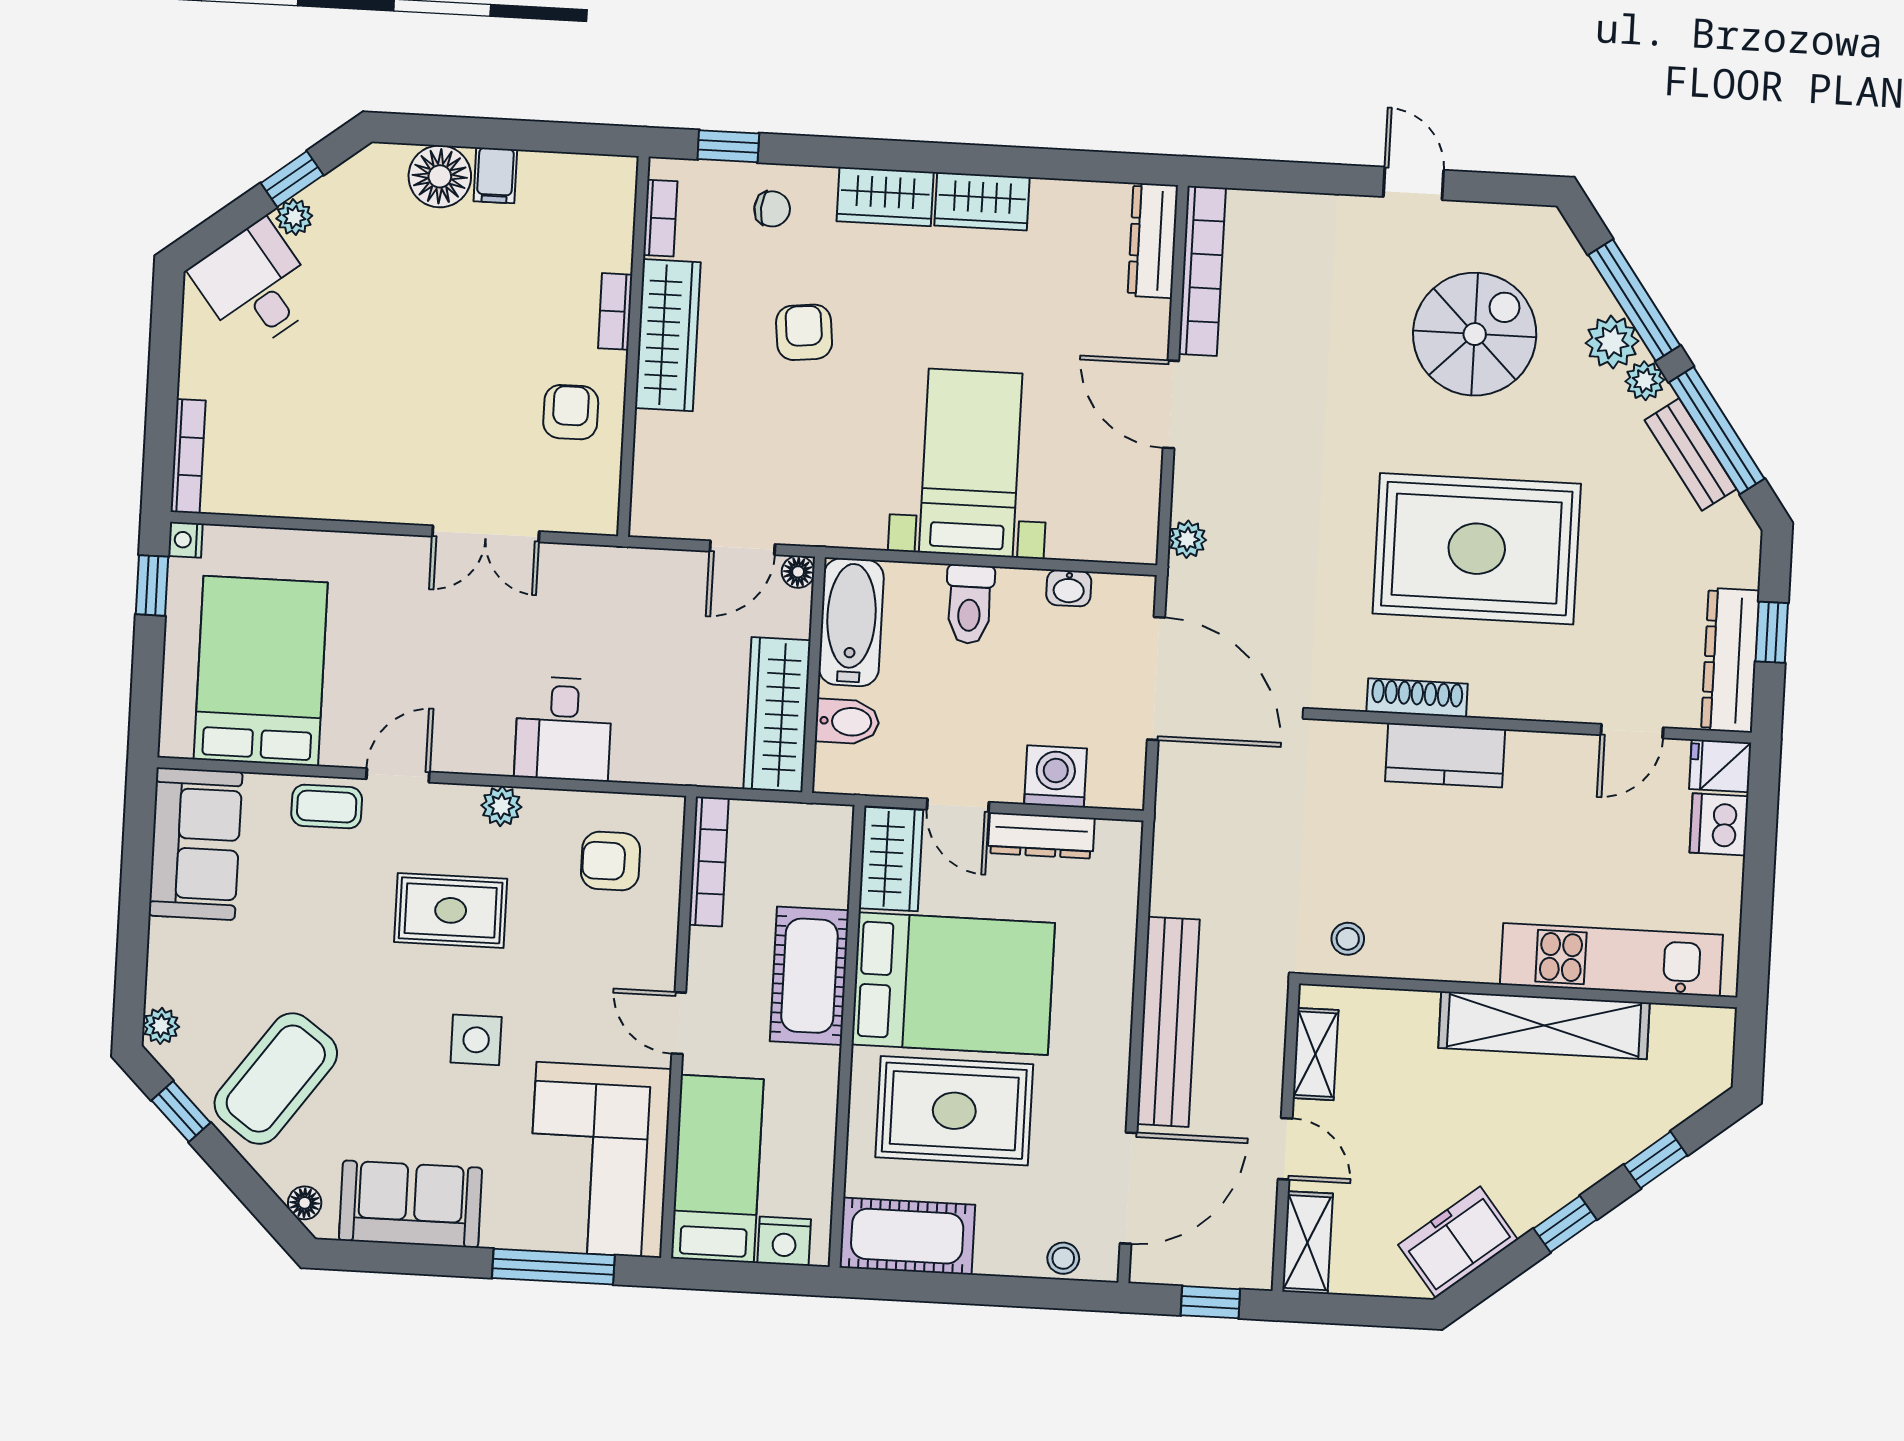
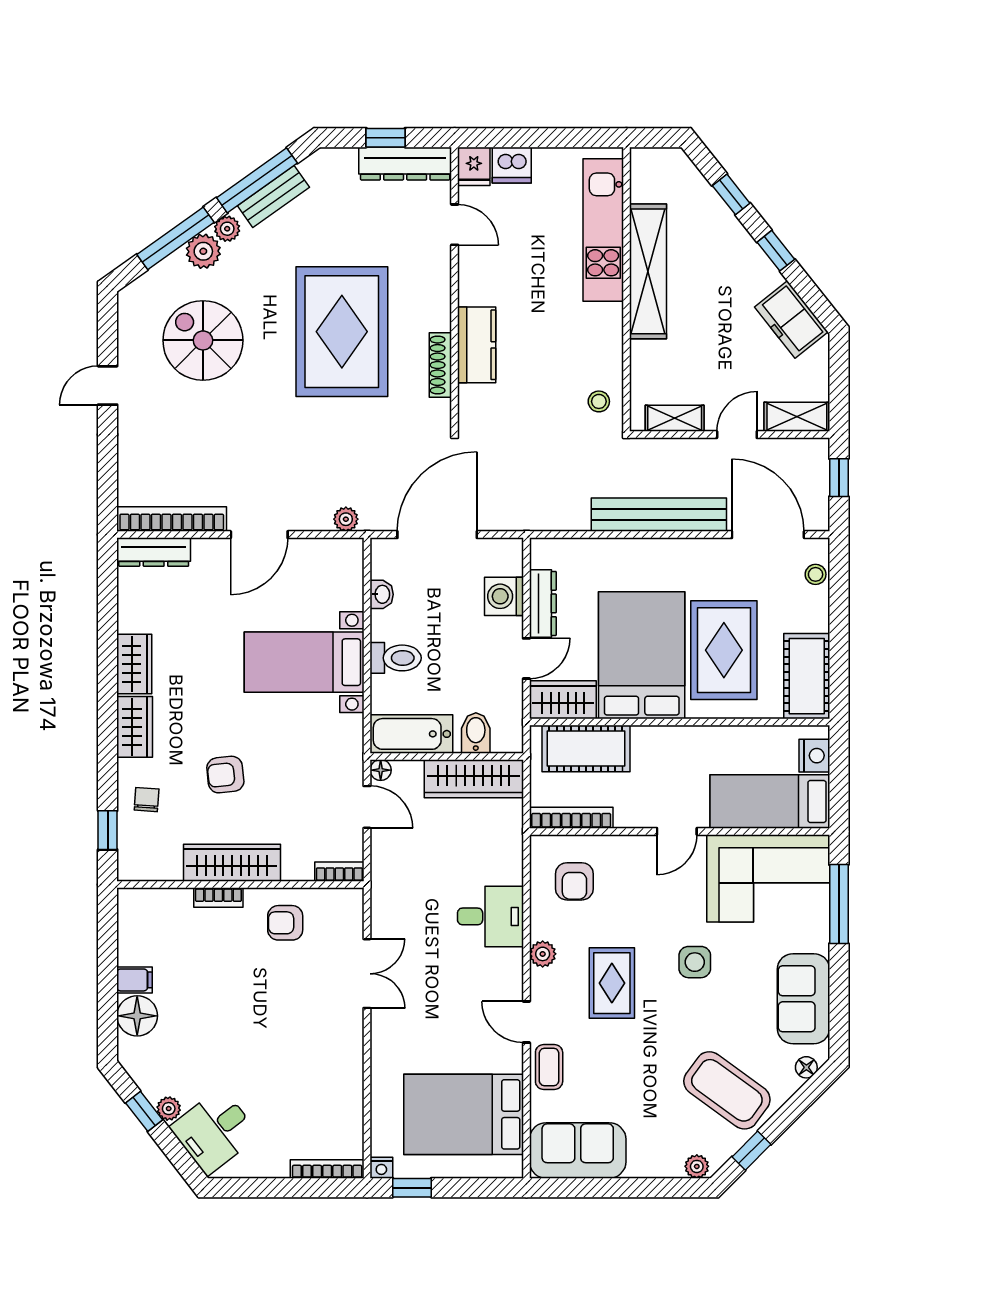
bookcase: (660, 218) -> (339, 872), moved
cot: (809, 976) -> (586, 749), moved

